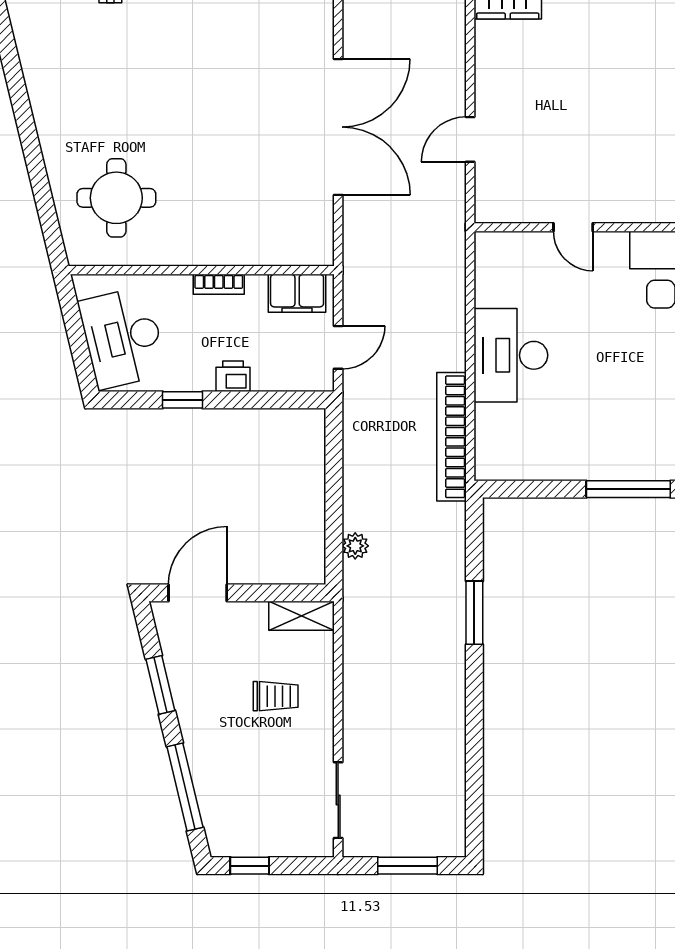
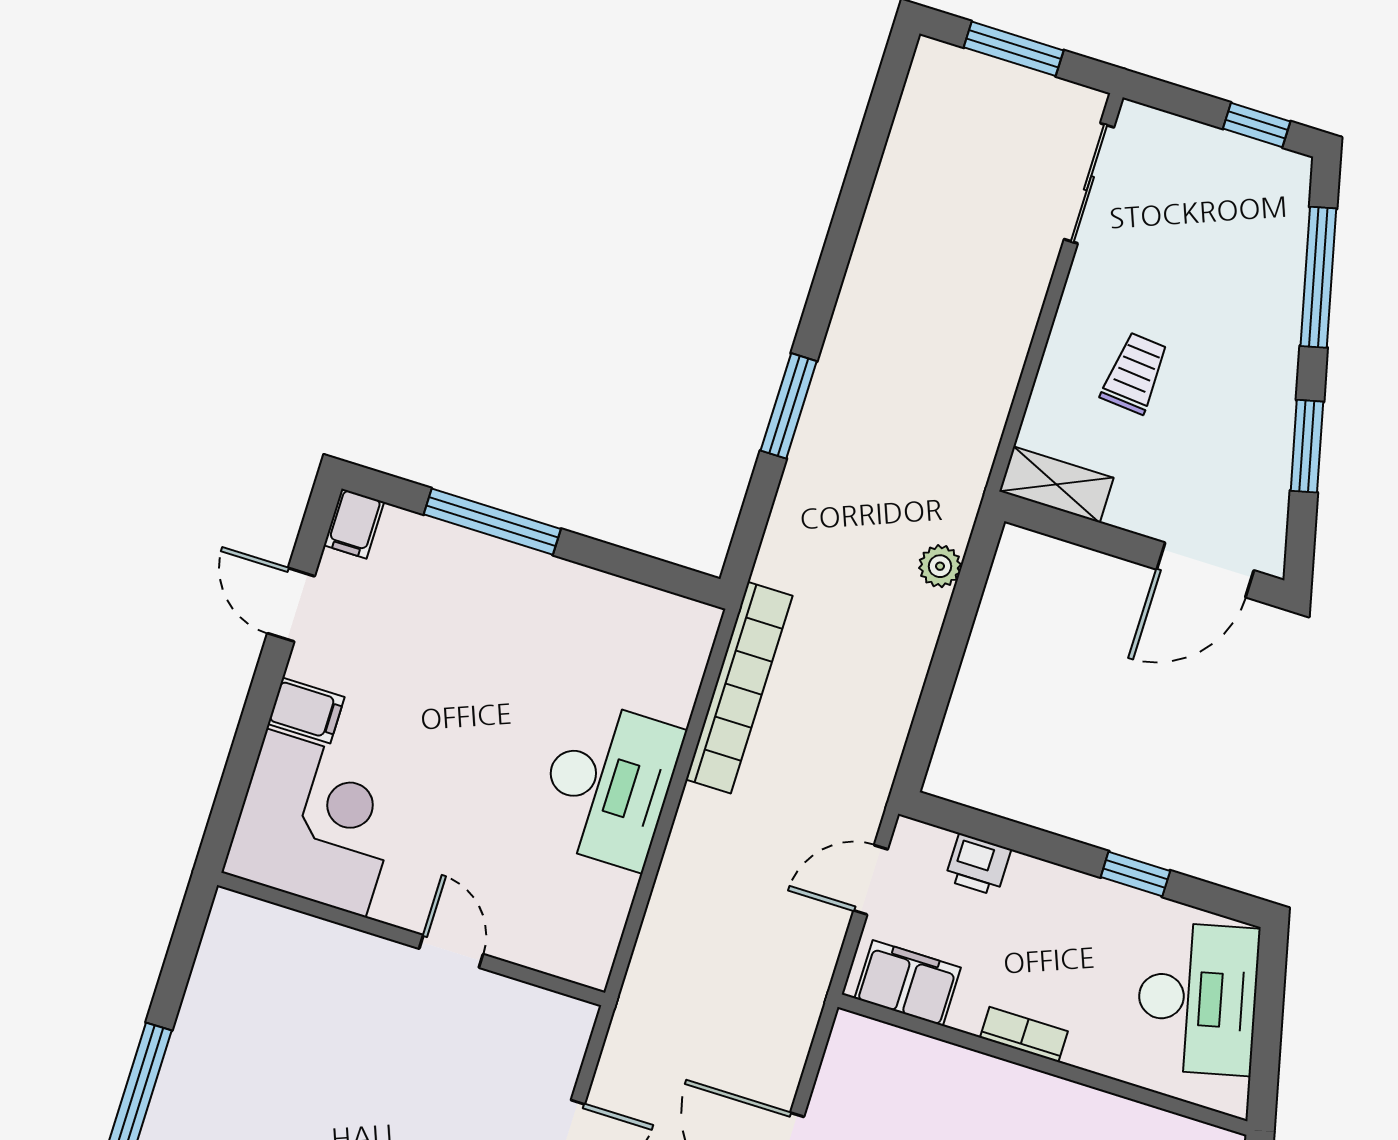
printer: (233, 376) -> (978, 865), moved
trolley: (276, 696) -> (1135, 373), turned 95

